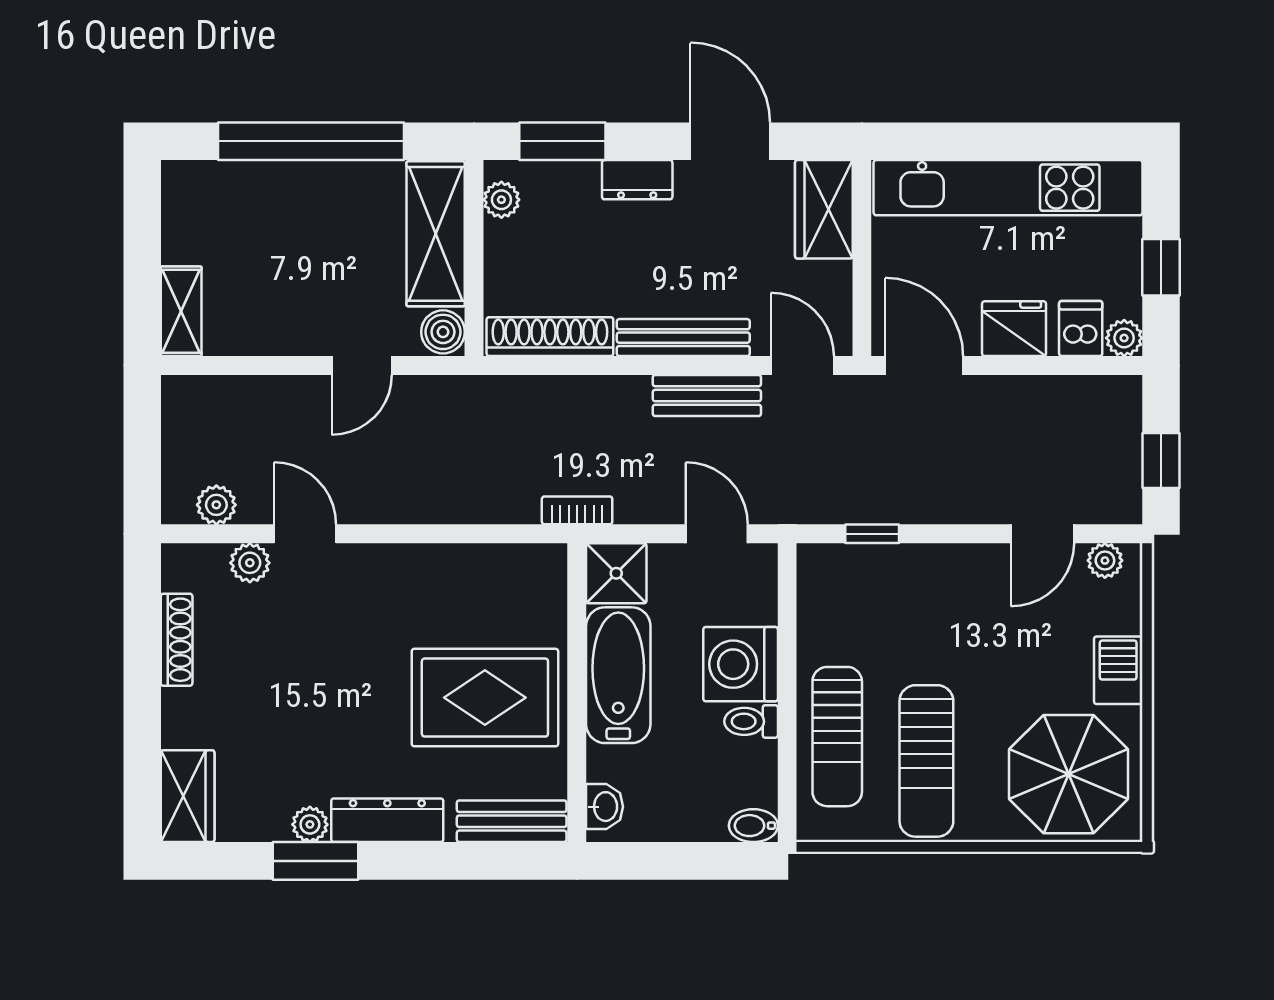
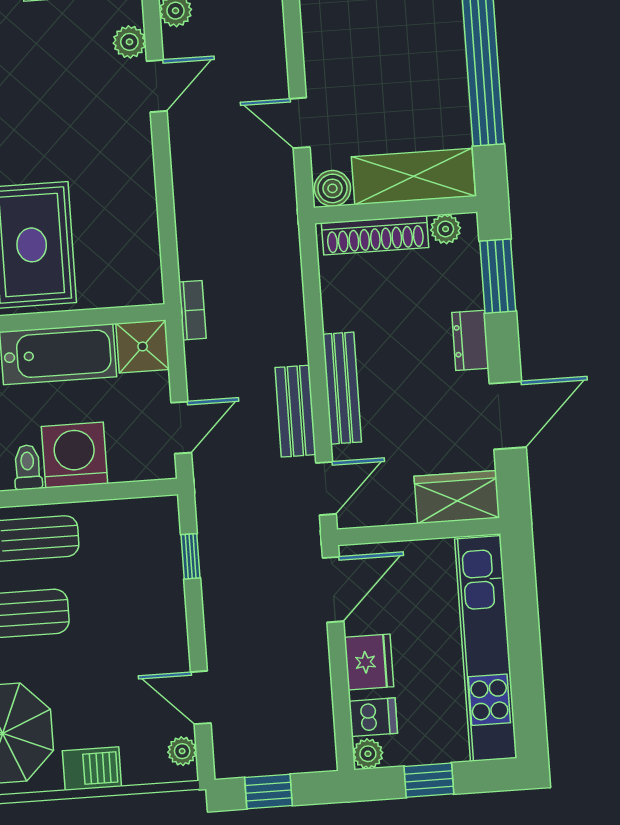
shoe rack: (550, 337) -> (375, 235), moved, turned 90

